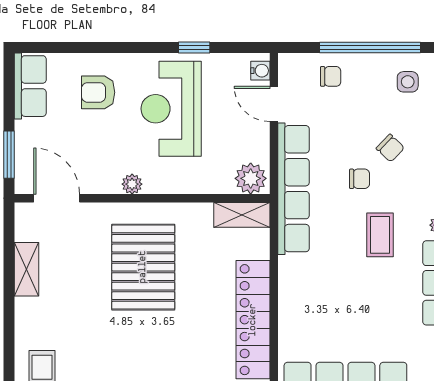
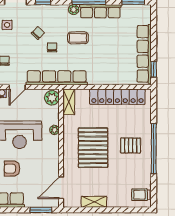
armchair: (98, 92) -> (12, 169), turned 90
plant: (132, 184) -> (54, 130), moved
pallet: (143, 267) -> (93, 148), turned 90
pallet: (148, 348) -> (131, 145), added

